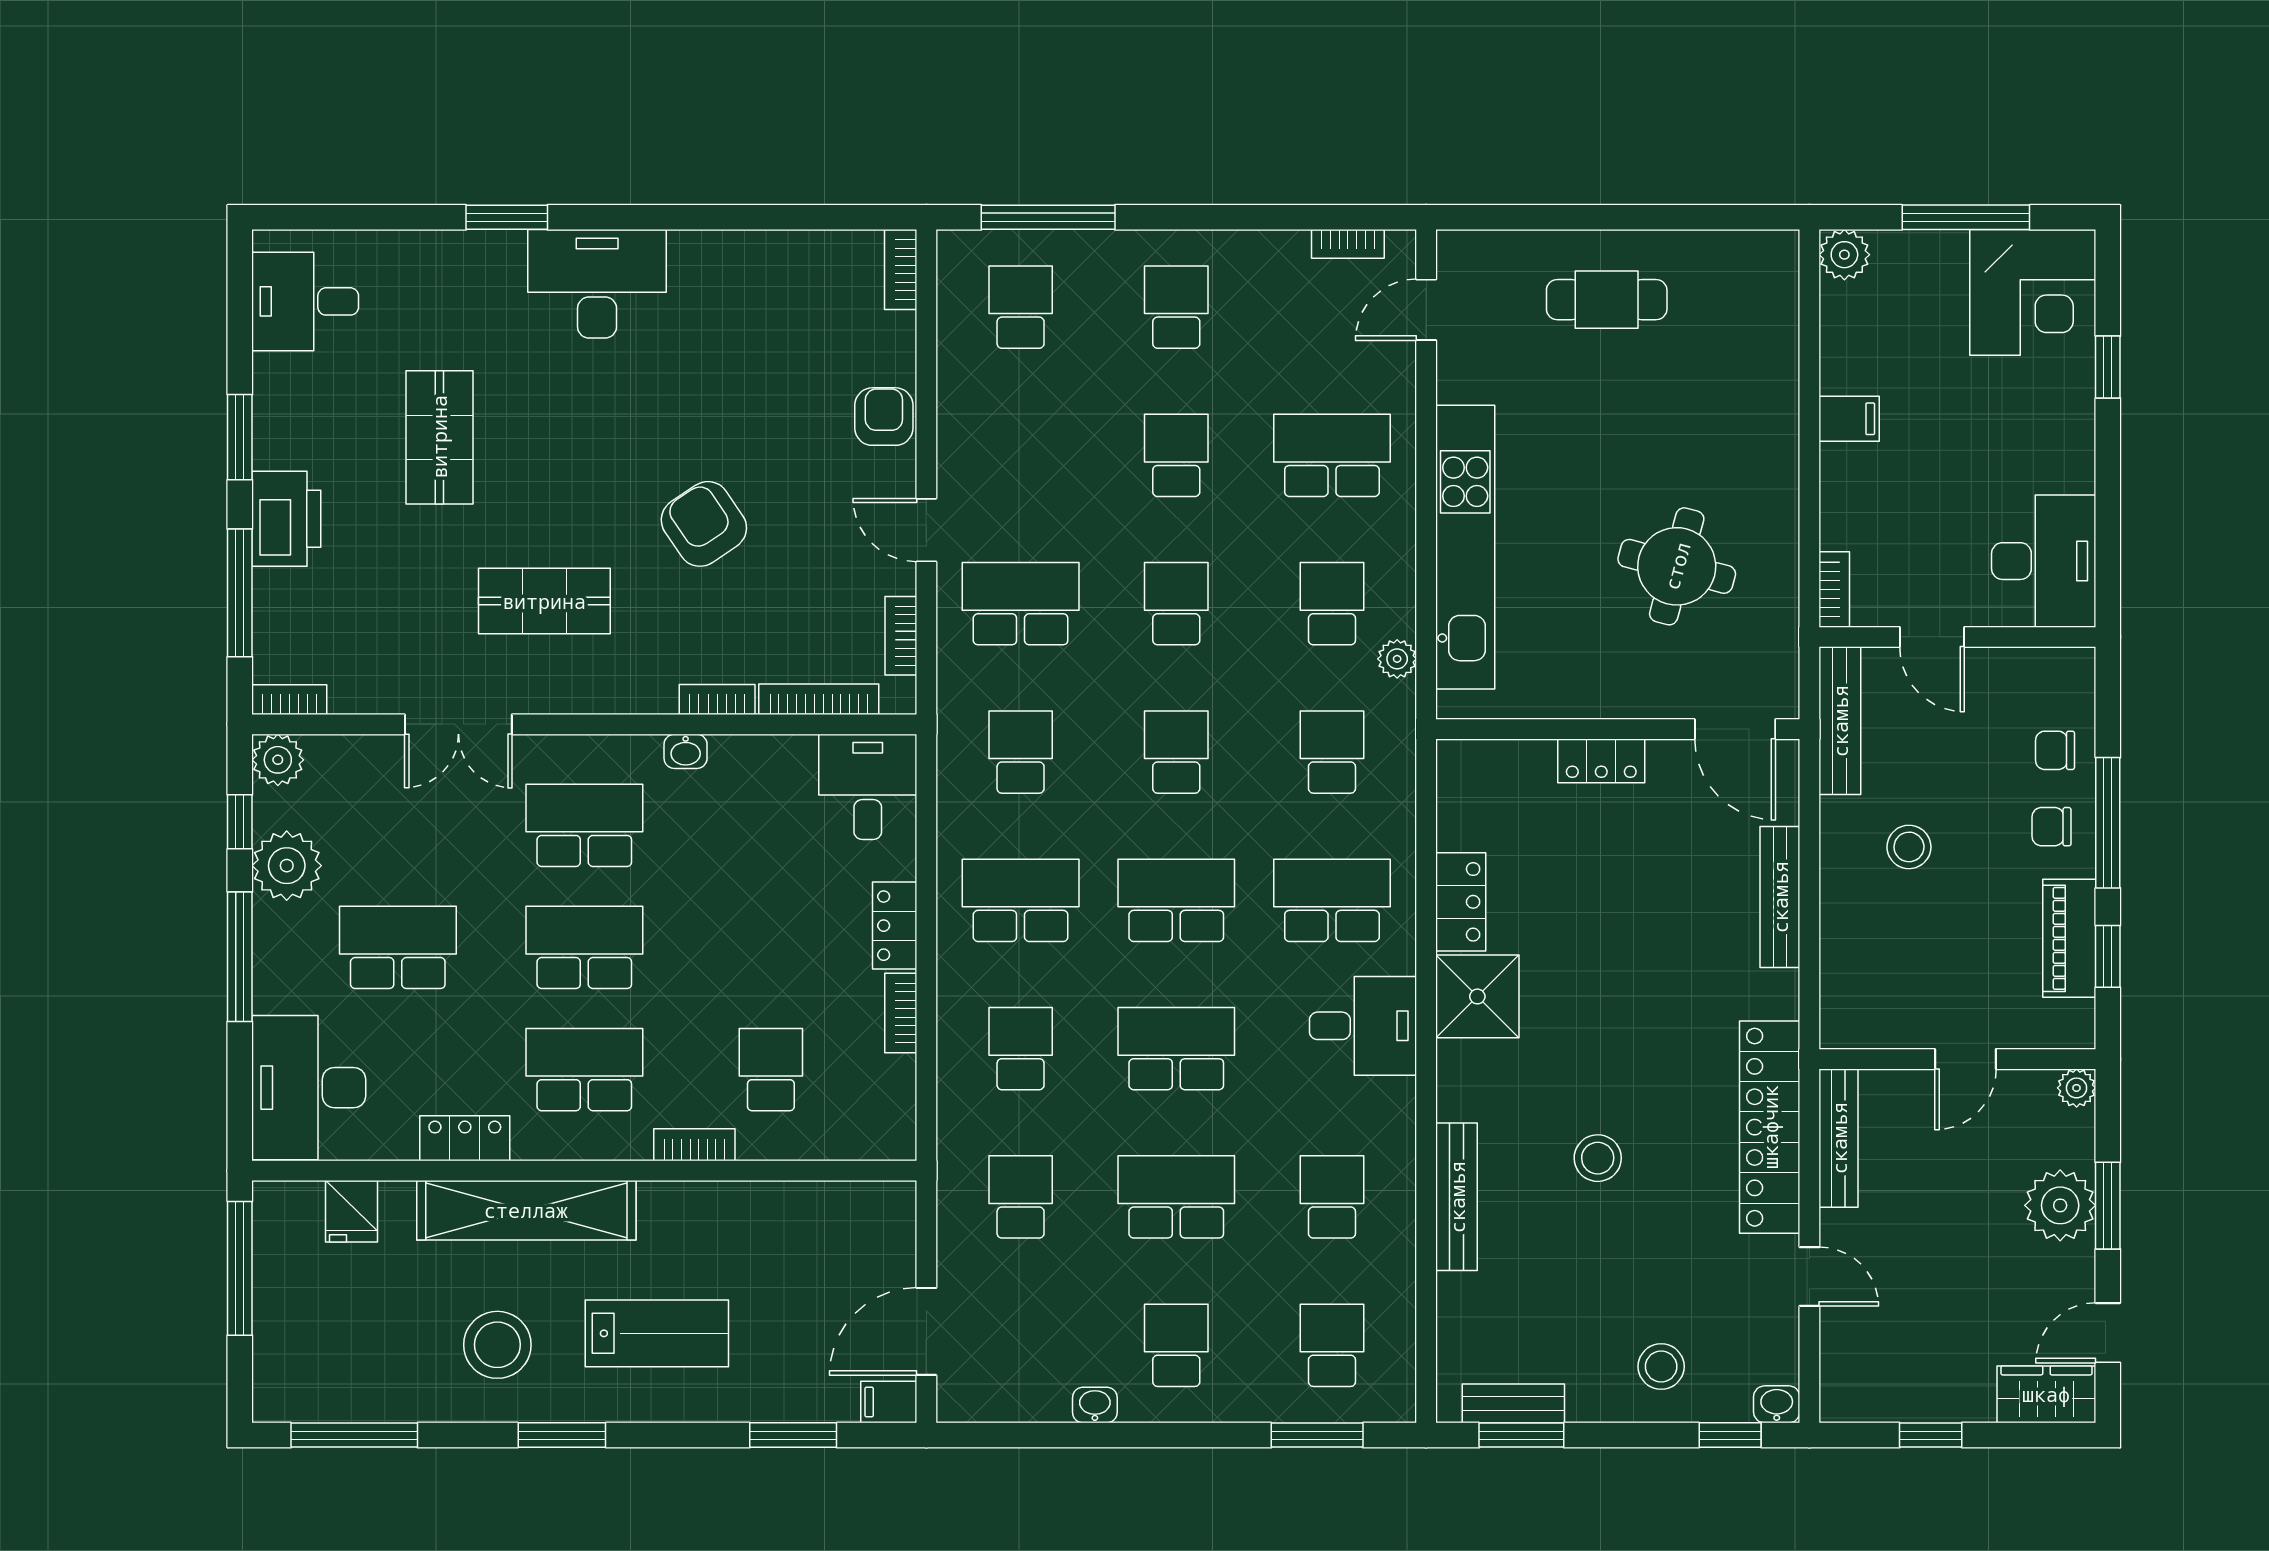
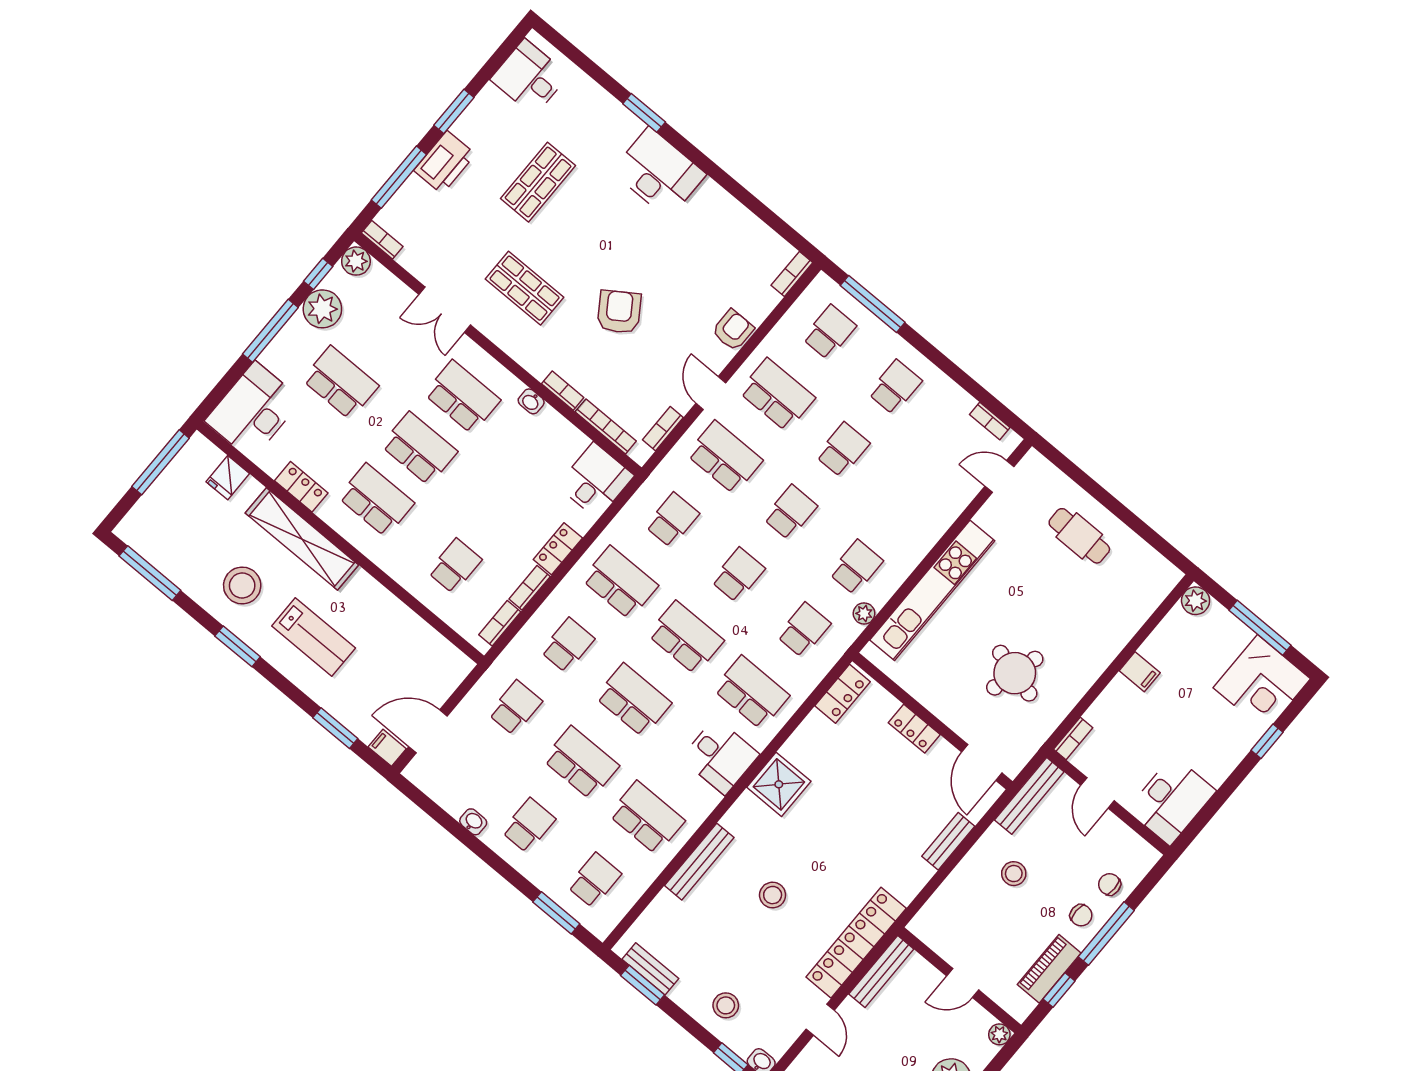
school desk: (1332, 455) -> (777, 395), moved
chair: (2052, 827) -> (1081, 915), turned 180
bench: (1780, 897) -> (948, 841), width x0.73
locker: (1461, 902) -> (843, 694), moved
bookcase: (694, 1145) -> (500, 623), moved, turned -90
school desk: (1332, 1197) -> (647, 818), width x1.85

